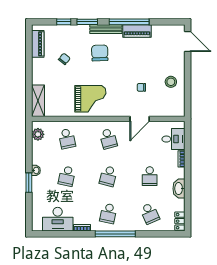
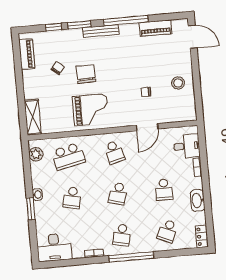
piano: (137, 31) -> (155, 28), moved
chair: (100, 53) -> (86, 74), moved
school desk: (67, 139) -> (68, 156), width x1.85
school desk: (150, 213) -> (168, 231), turned 48
desk: (58, 219) -> (54, 247), moved

